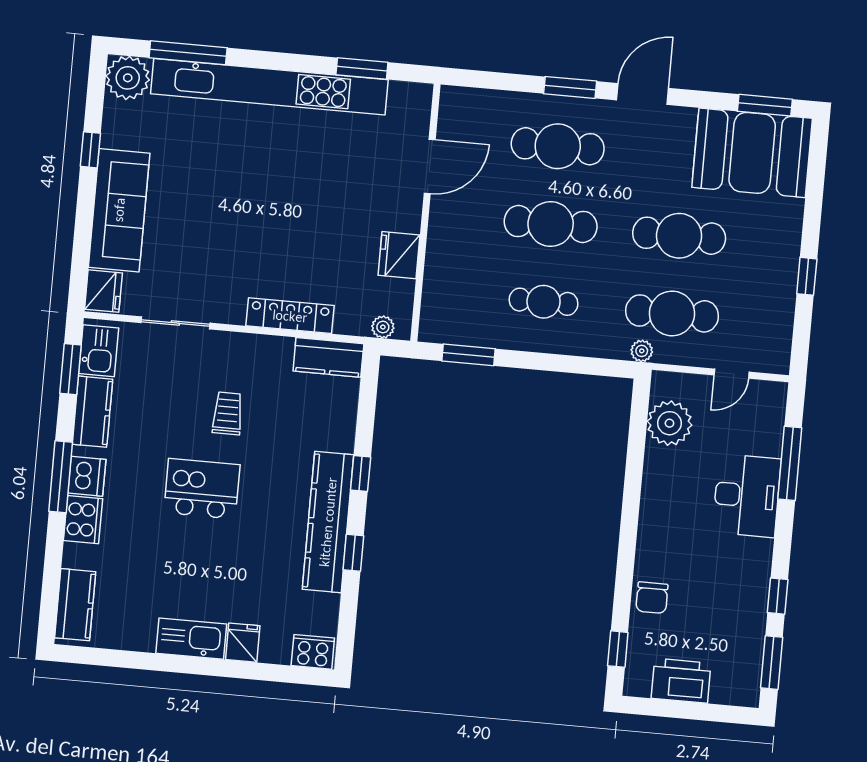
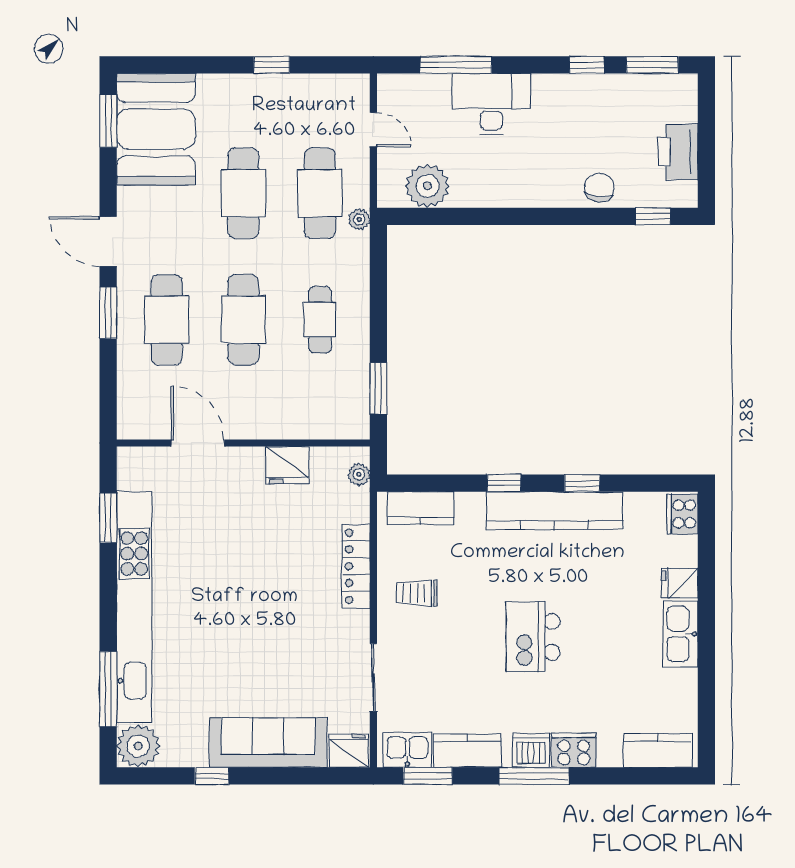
kitchen counter: (328, 357) -> (421, 508), moved, turned 90
trolley: (228, 413) -> (417, 593), moved
chair: (652, 598) -> (599, 188), turned -84

